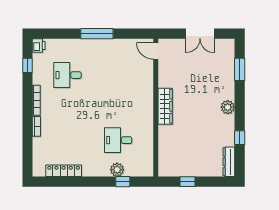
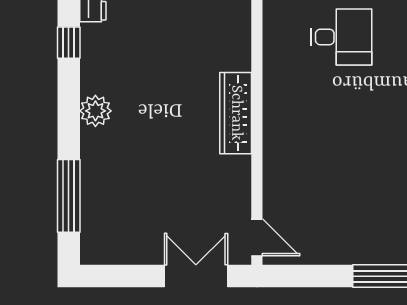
double door: (200, 34) -> (196, 276), moved
window: (240, 69) -> (69, 196), width x1.44

